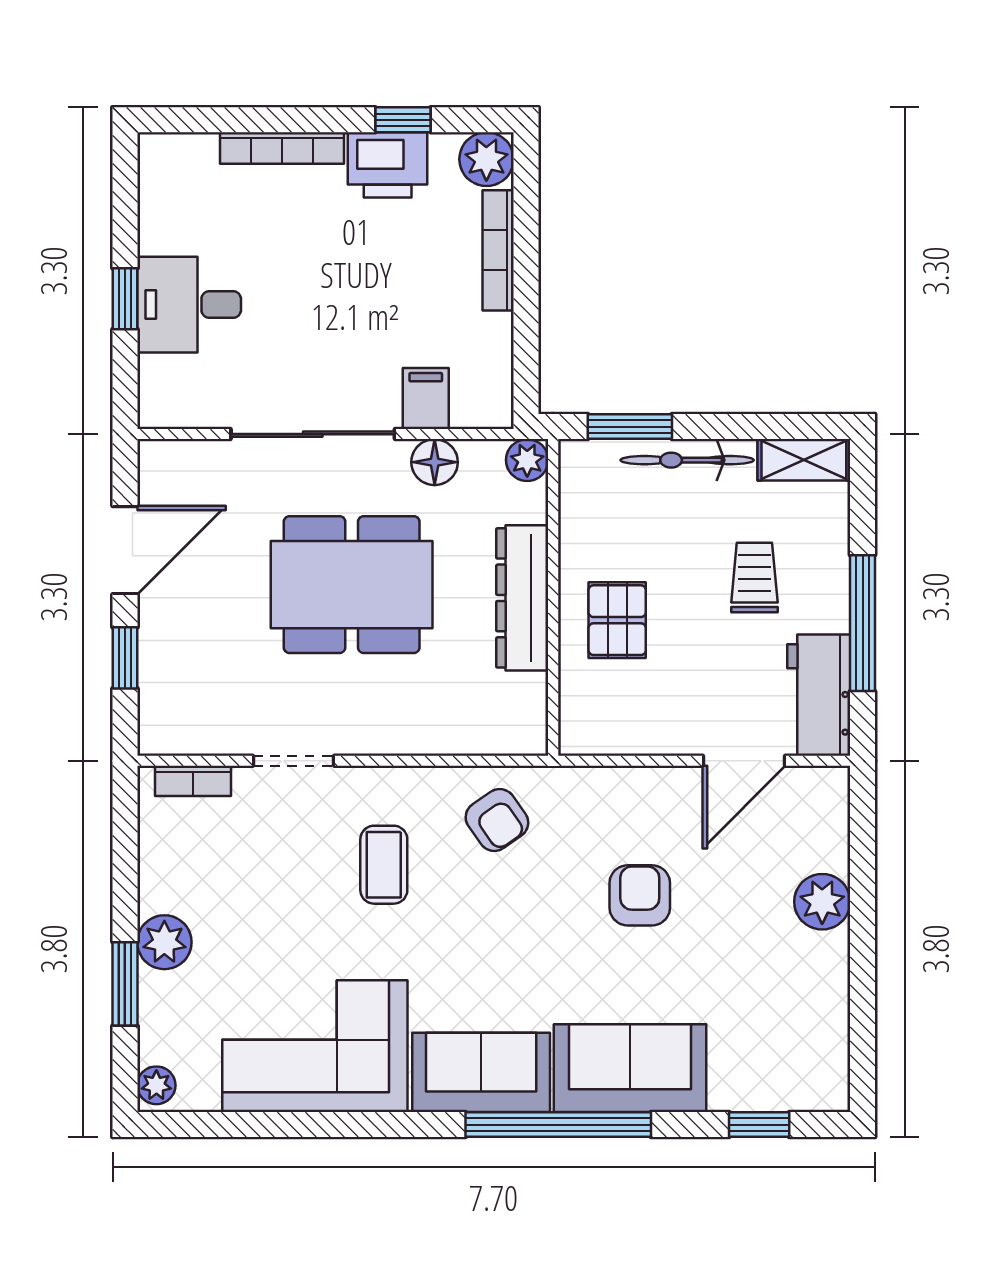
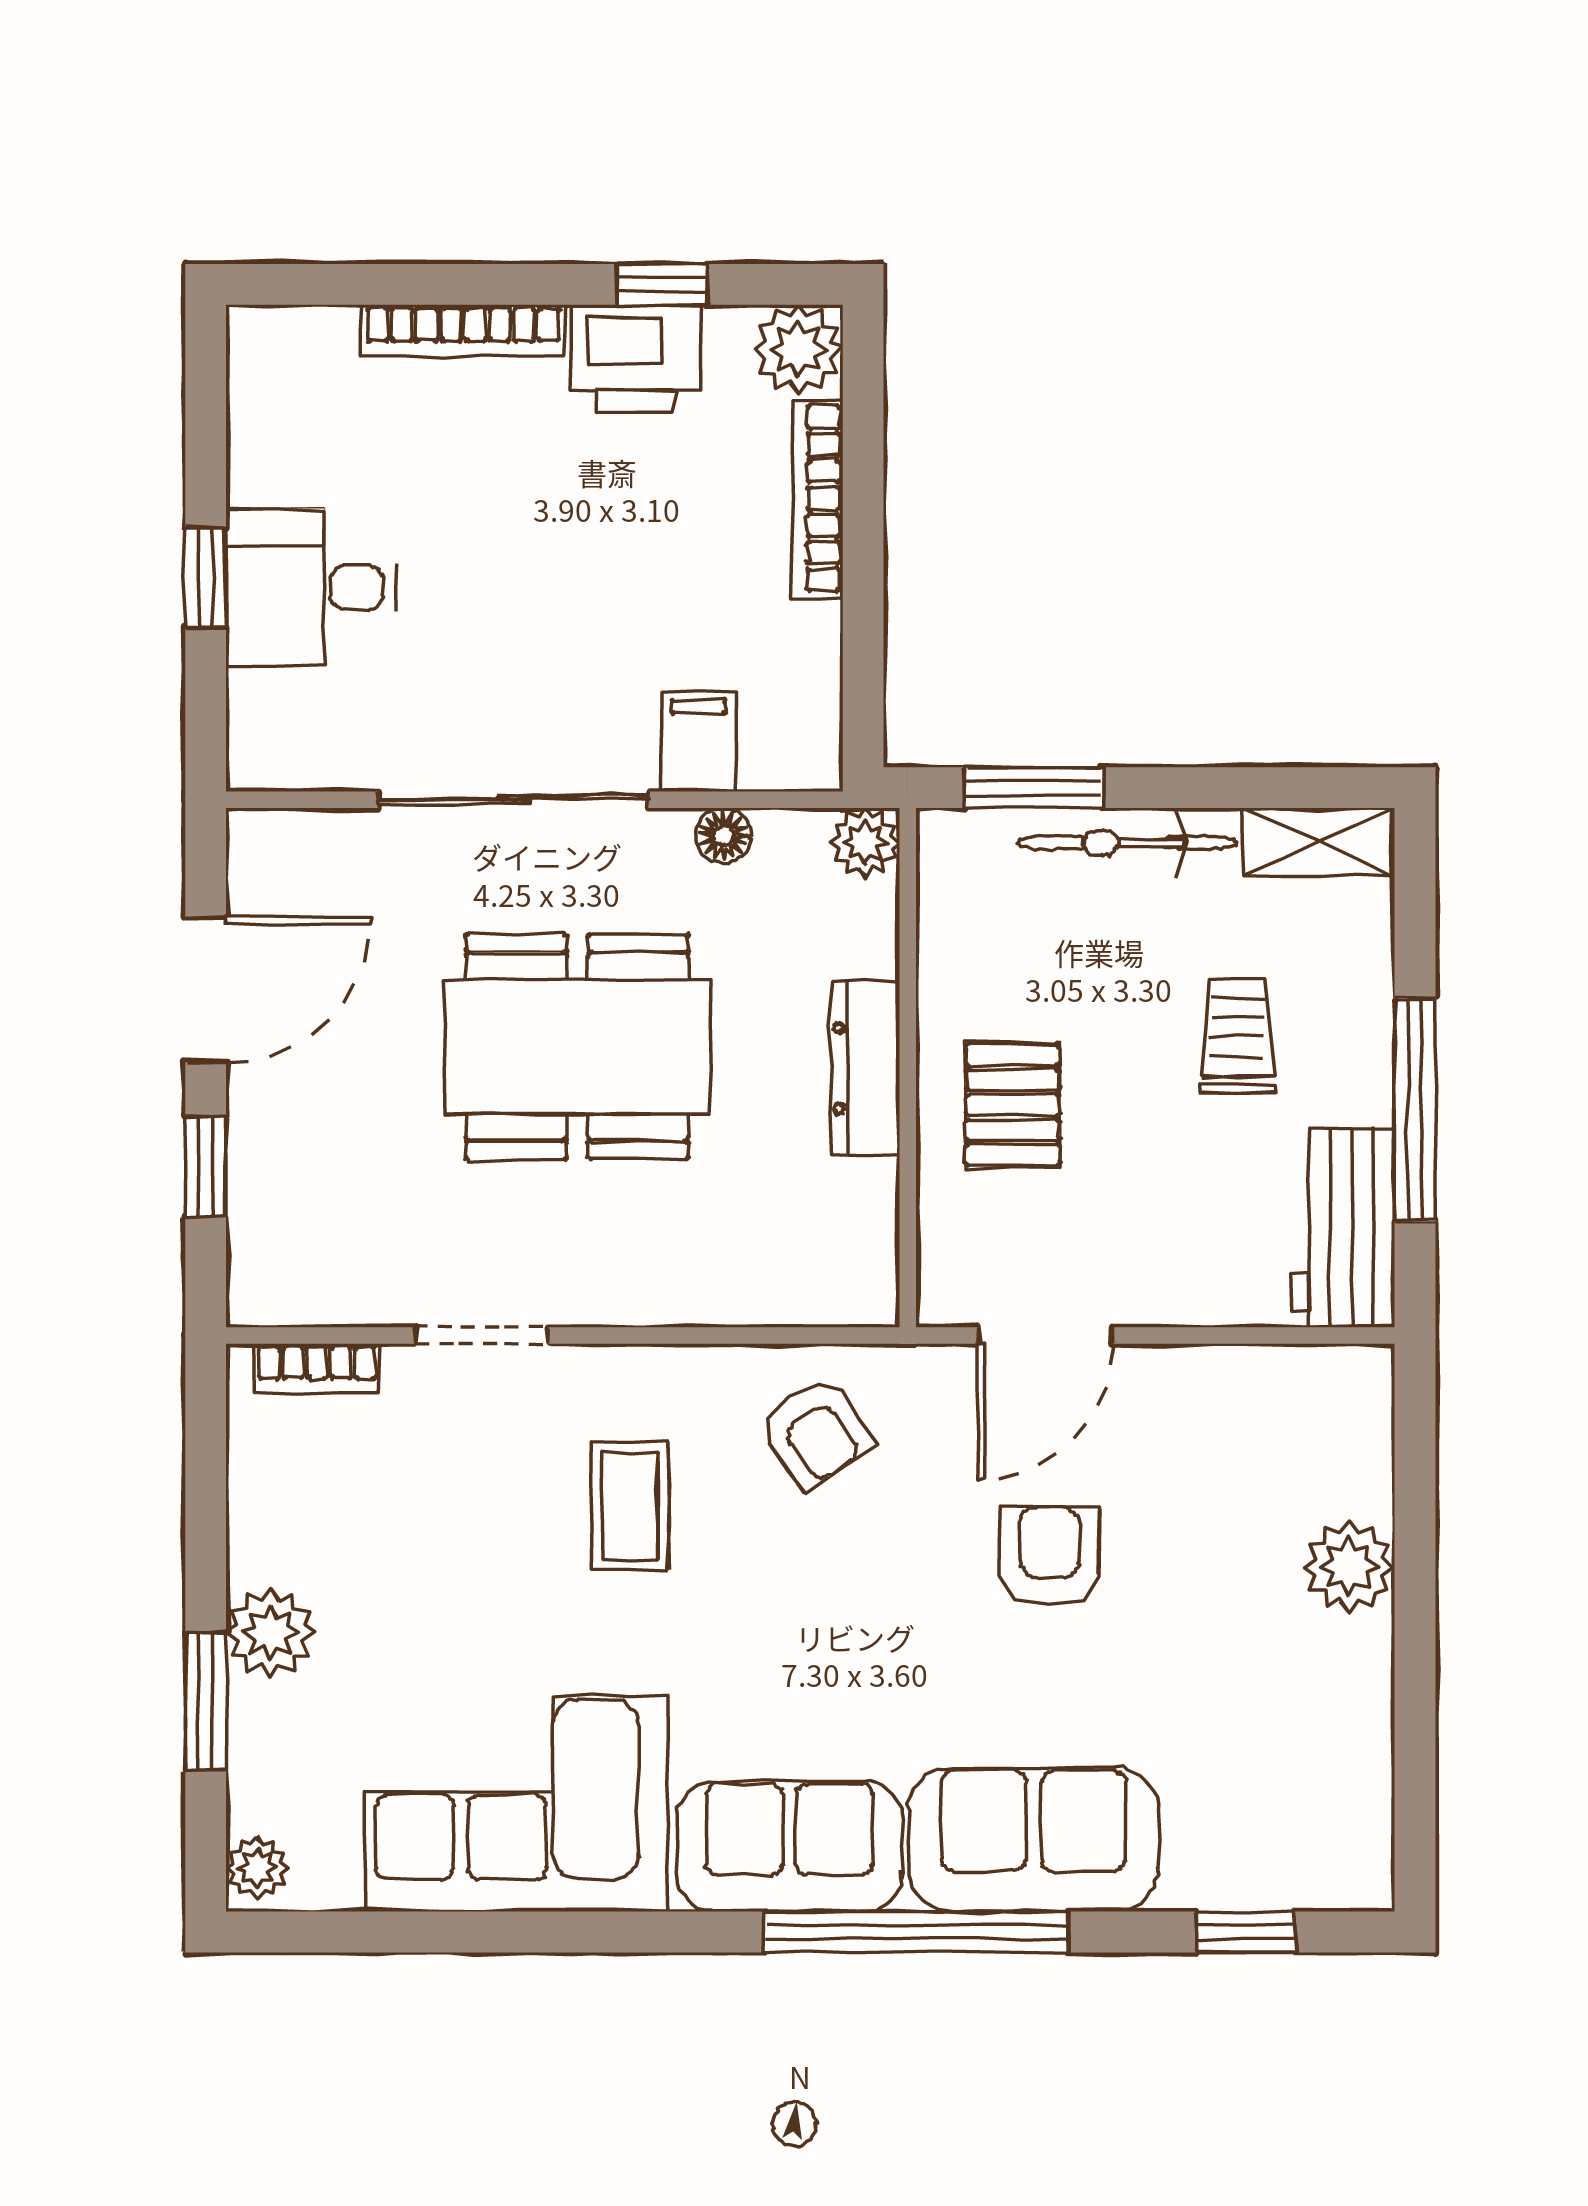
floor lamp: (435, 462) -> (724, 836), width x0.73, depth x0.73
dresser: (522, 598) -> (865, 1068), width x0.73, depth x0.80
door: (744, 761) -> (1045, 1335), moved

